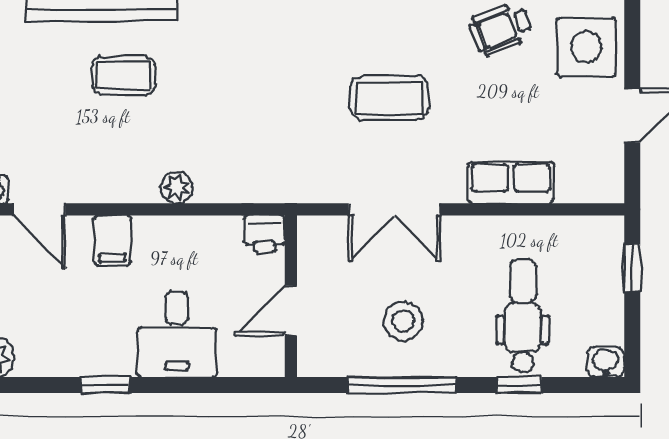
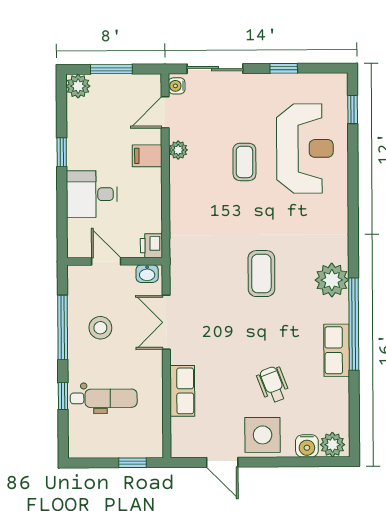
coffee table: (389, 98) -> (261, 274), moved
plant: (176, 188) -> (178, 150), moved
washbasin: (606, 362) -> (147, 274), moved, turned 90

